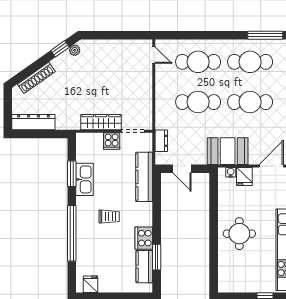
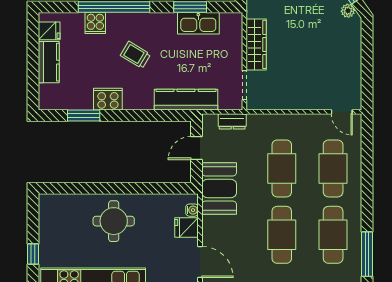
door: (154, 55) -> (342, 112), hinge flipped
cooker: (112, 141) -> (95, 23), moved, turned -90
booth: (228, 151) -> (219, 188), moved
kitchen sink: (84, 179) -> (198, 23), moved
trolley: (109, 217) -> (135, 55), turned 121
kitchen counter: (144, 267) -> (49, 62), moved, turned 90

